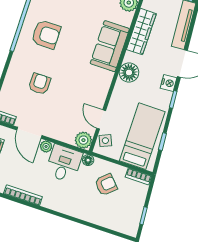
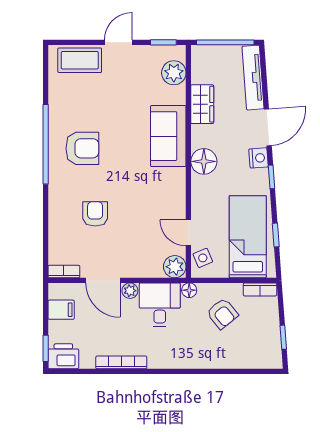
wardrobe: (141, 32) -> (202, 104), width x0.67
armchair: (106, 185) -> (222, 314), turned 94

